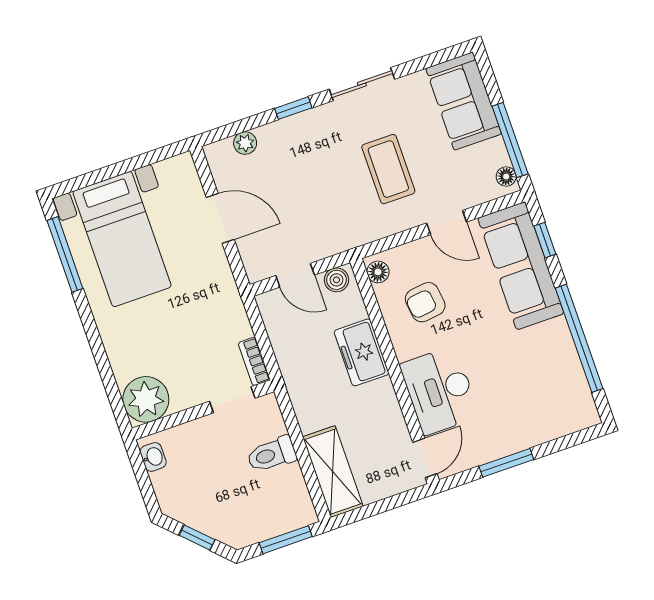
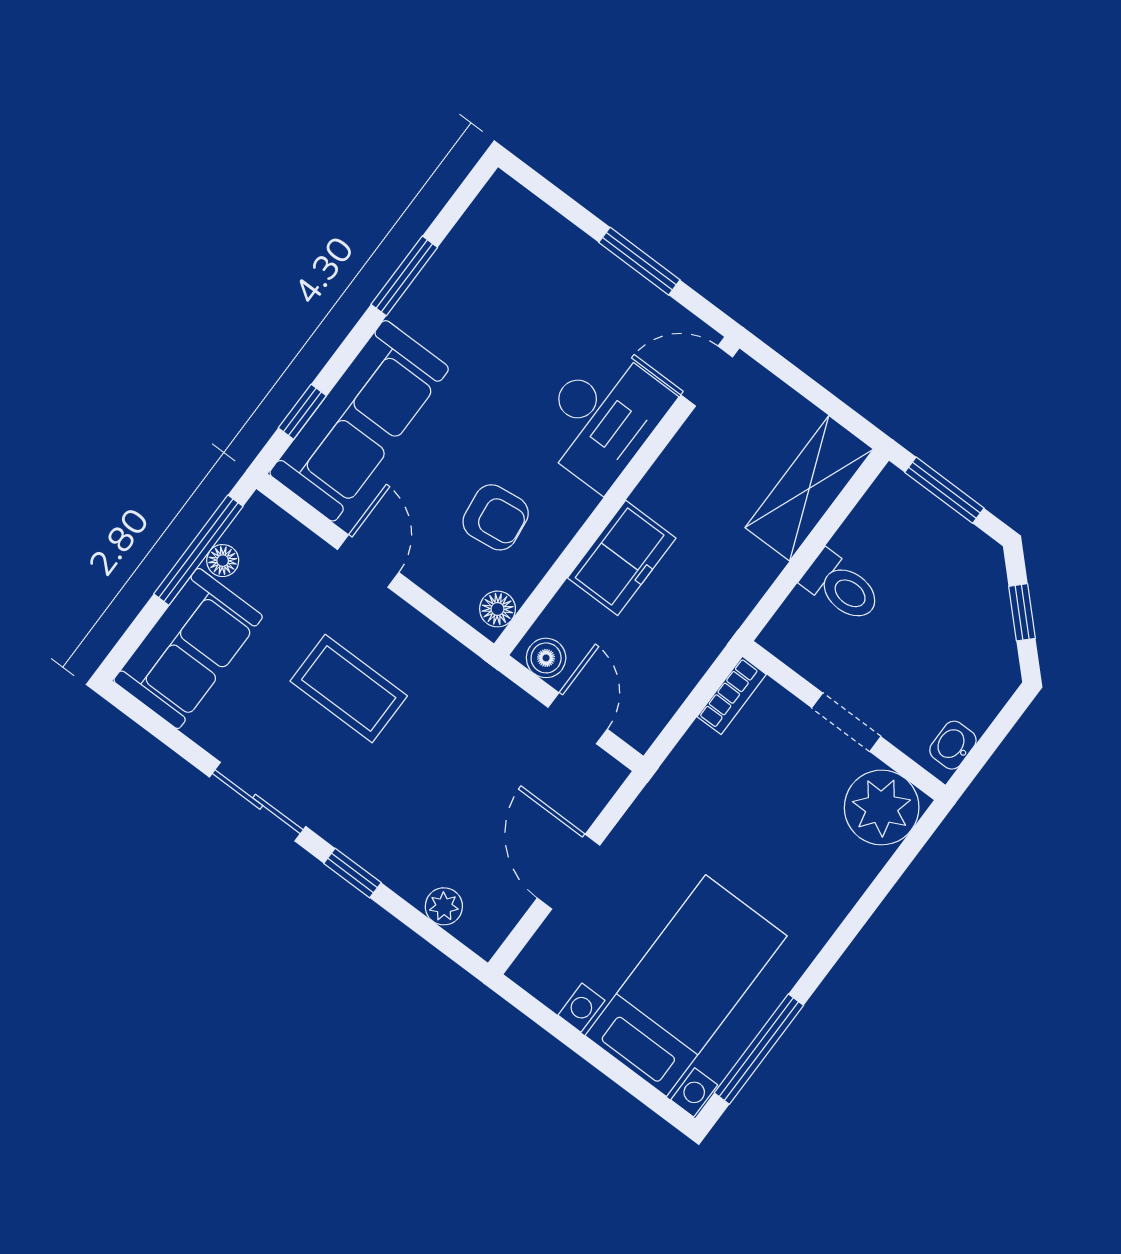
coffee table: (388, 169) -> (349, 689), turned 90
floor lamp: (506, 176) -> (223, 561), moved
window: (579, 338) -> (404, 276), width x0.47
doorway: (232, 400) -> (846, 722), moved

